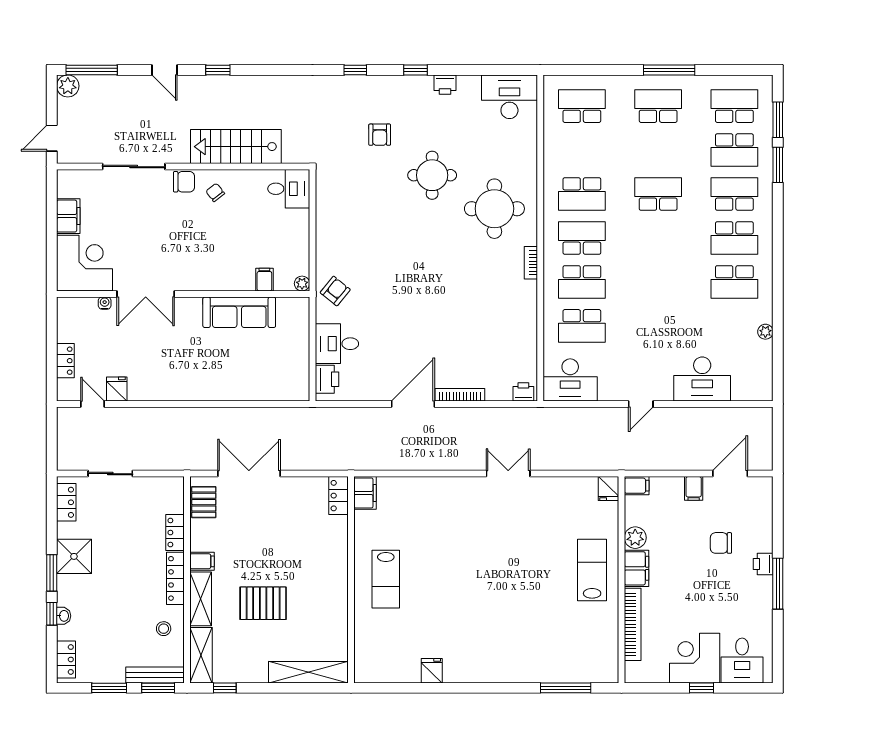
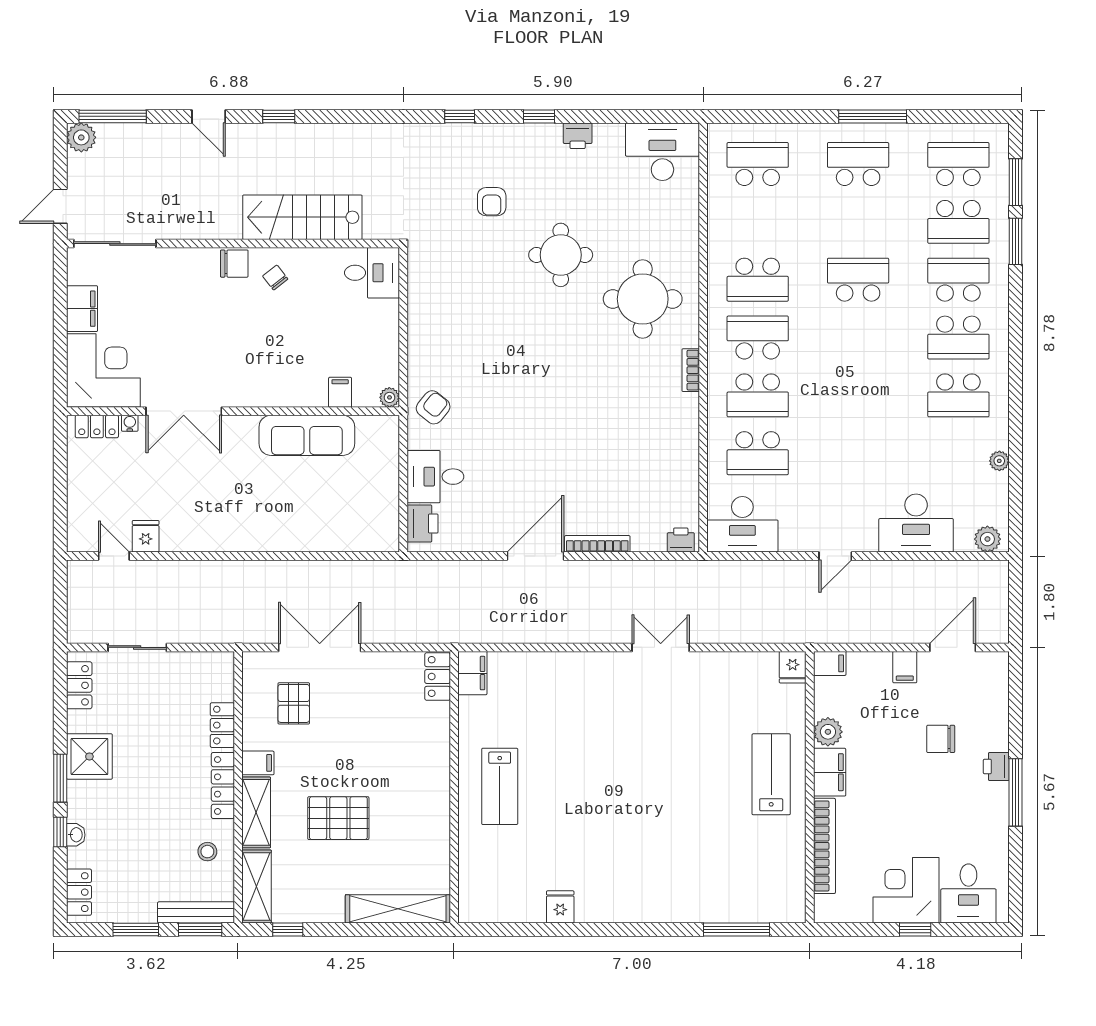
sliding door: (134, 167) -> (115, 244), moved
locker: (65, 361) -> (97, 426), moved, turned 90
plant: (756, 391) -> (987, 539), added
pallet: (204, 502) -> (294, 703), moved

